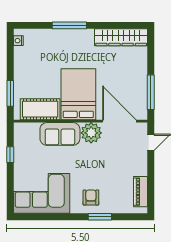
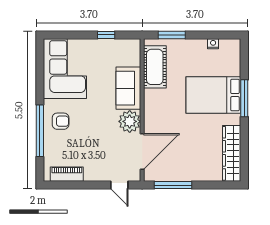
nightstand: (18, 41) -> (213, 44), moved
bed: (78, 94) -> (213, 95), moved, turned 180
window: (100, 217) -> (40, 131), width x2.11

